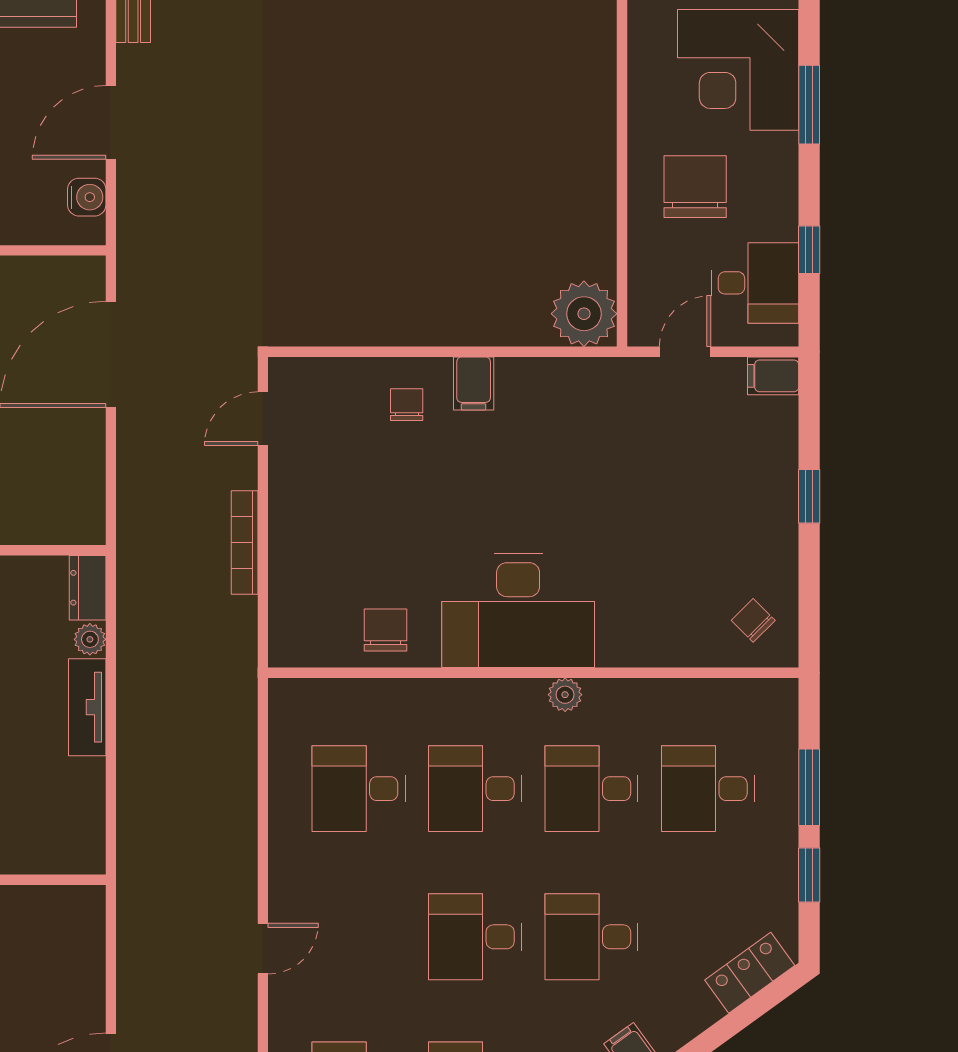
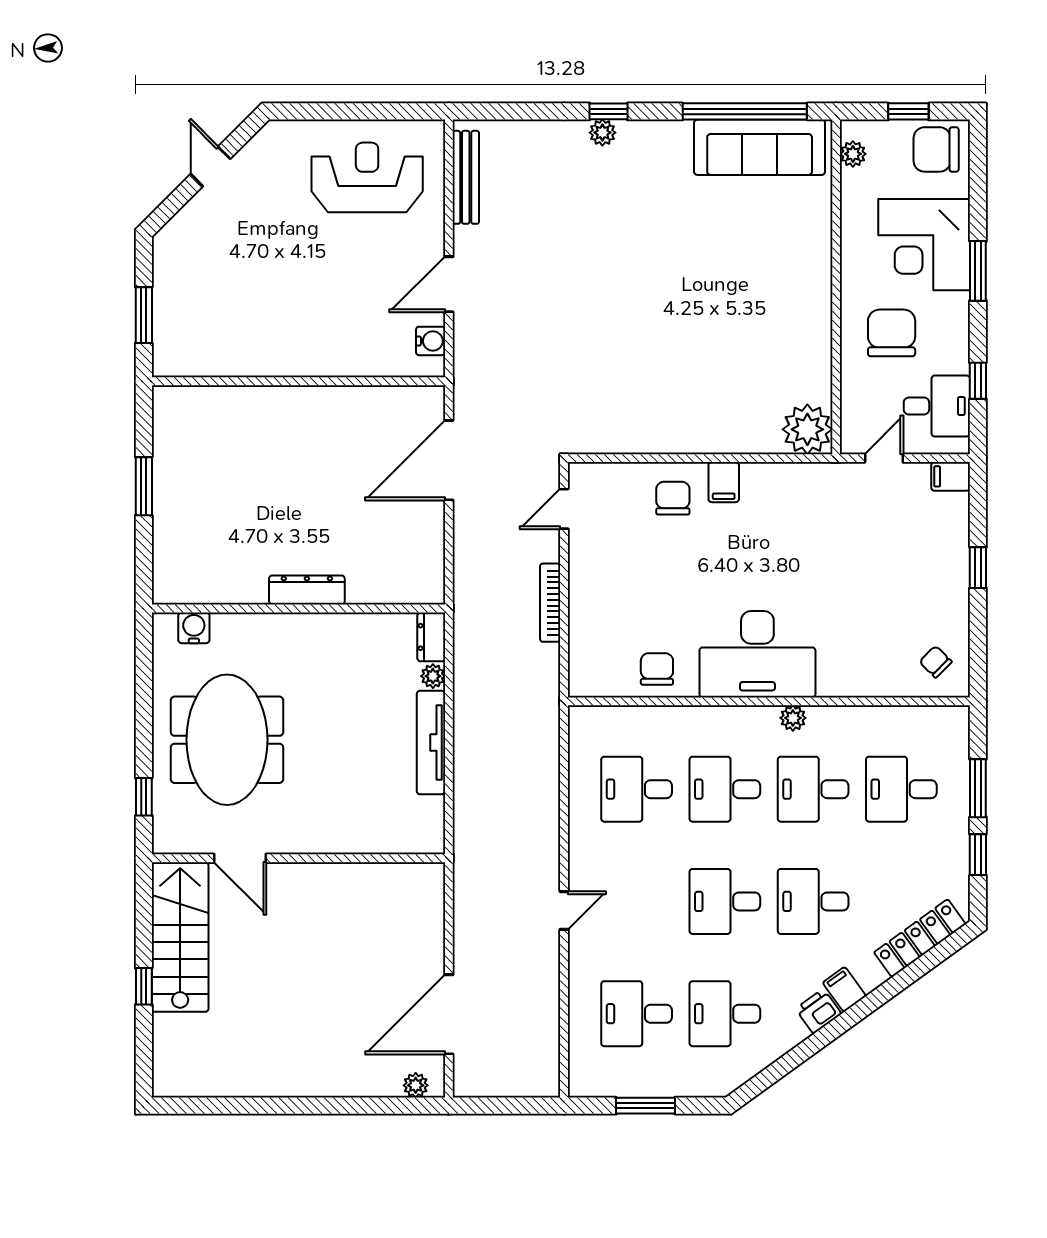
chair: (407, 405) -> (673, 498), width x1.37, depth x1.37
tv unit: (87, 707) -> (431, 743), width x1.41
locker: (750, 973) -> (920, 938), width x1.53

